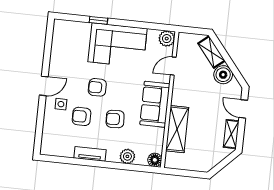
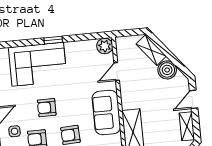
window: (98, 20) -> (53, 40), moved
corner sofa: (117, 45) -> (38, 64), moved
door: (243, 109) -> (194, 99), hinge flipped

